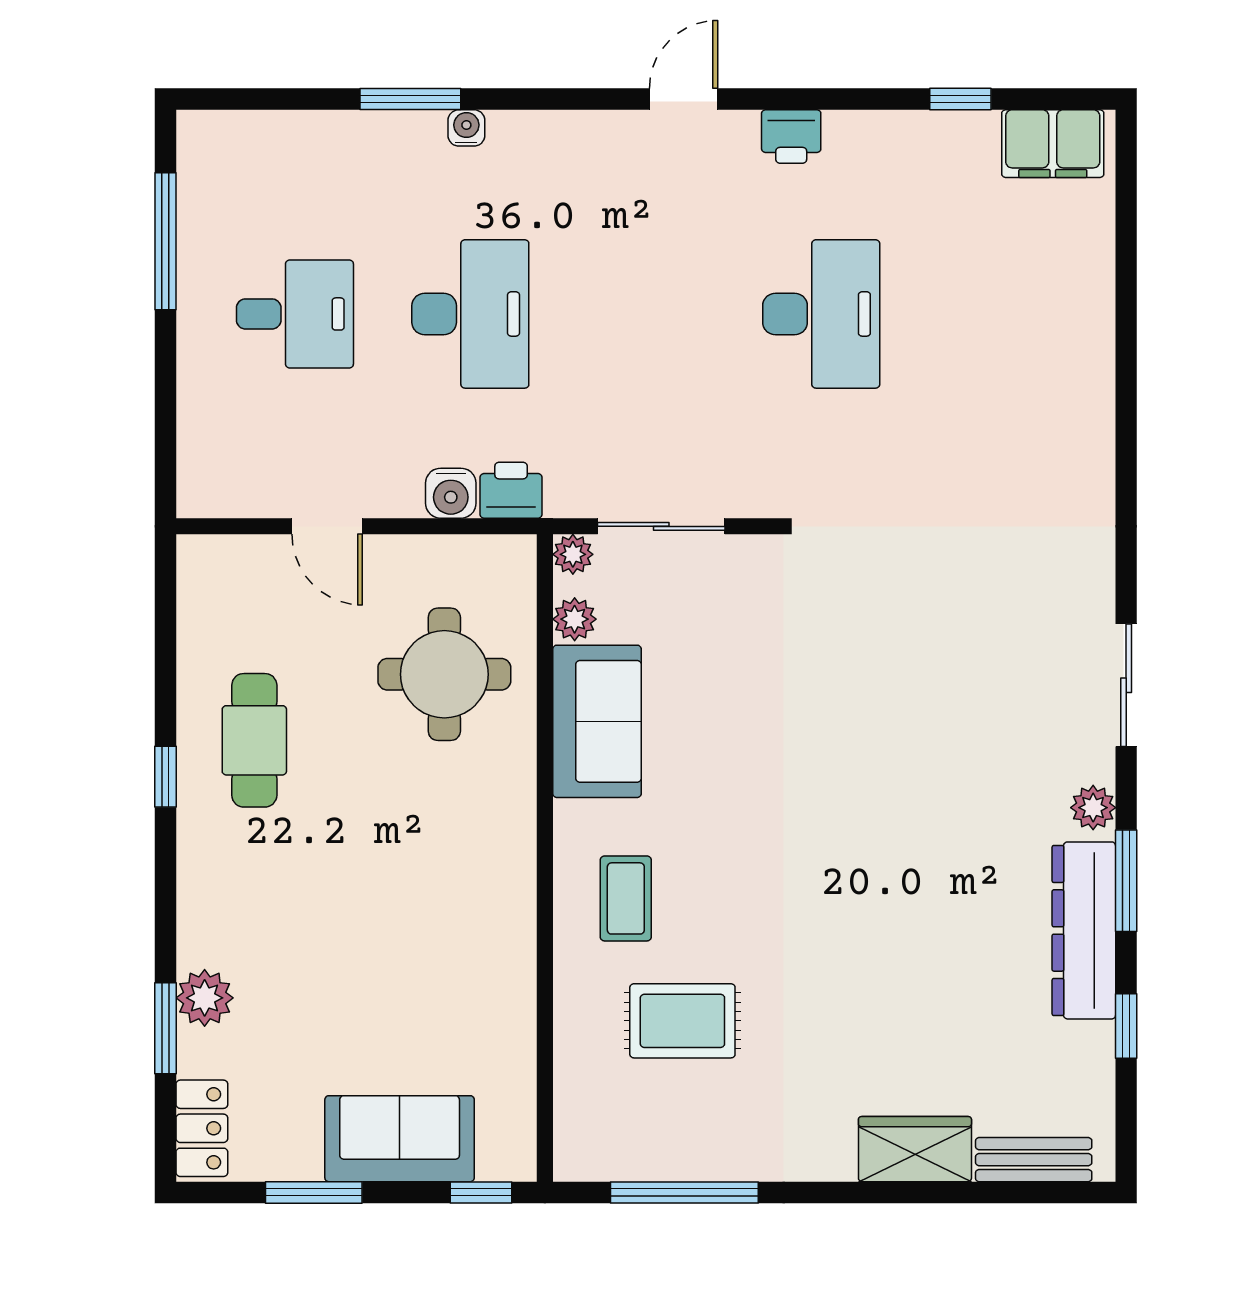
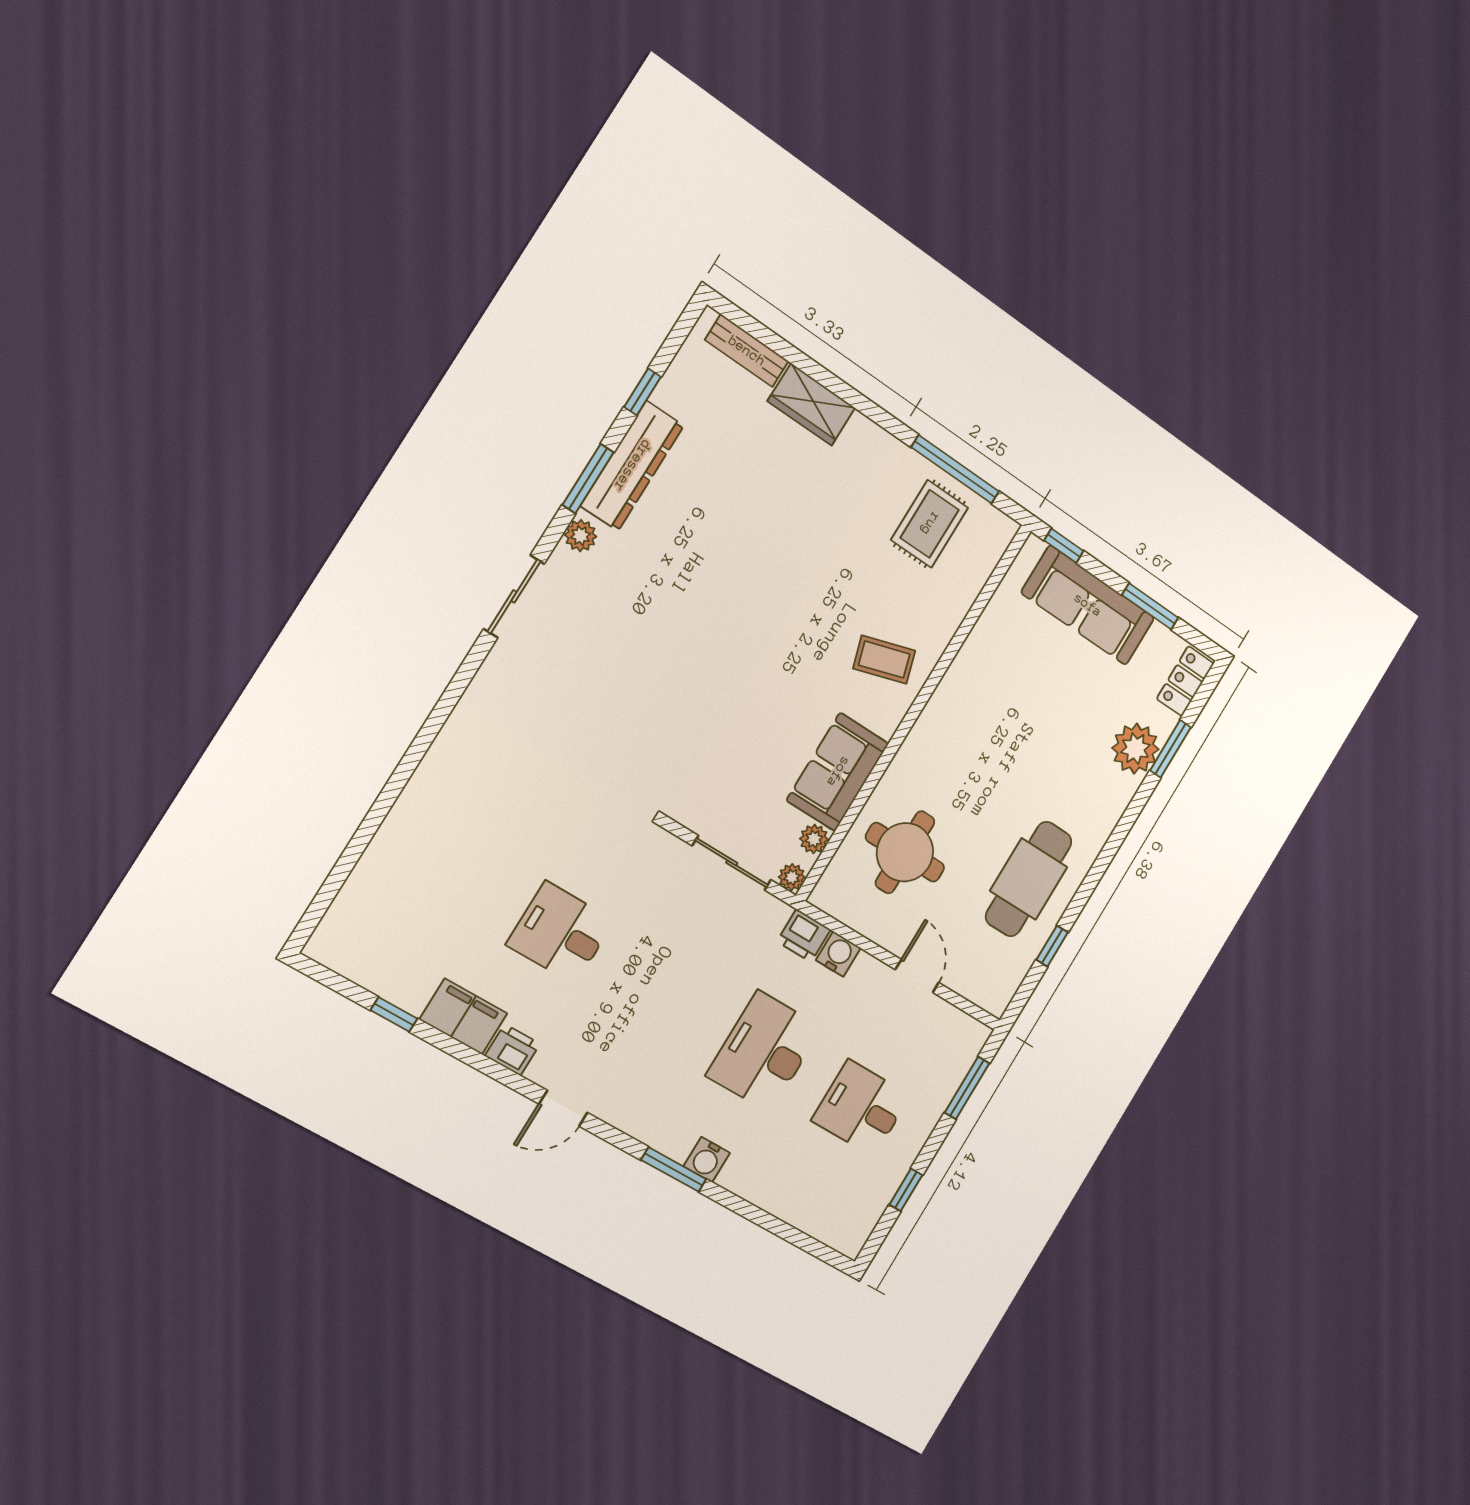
window: (410, 99) -> (674, 1170), moved
water cooler: (466, 128) -> (707, 1160), width x1.38, depth x1.38
filing cabinet: (1053, 144) -> (463, 1017), moved
window: (165, 241) -> (906, 1190), width x0.46
desk: (821, 314) -> (560, 933), width x0.73
window: (165, 421) -> (967, 1088), added
cafe table: (254, 740) -> (1029, 879), width x1.37, depth x1.35
window: (165, 777) -> (1052, 946), moved
coffee table: (626, 898) -> (884, 660), turned 73
plant: (205, 998) -> (1135, 749), width x1.36, depth x1.36
rug: (682, 1021) -> (930, 524), moved, turned 90
sofa: (400, 1139) -> (1088, 605), width x1.36

